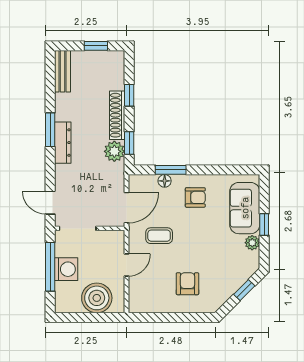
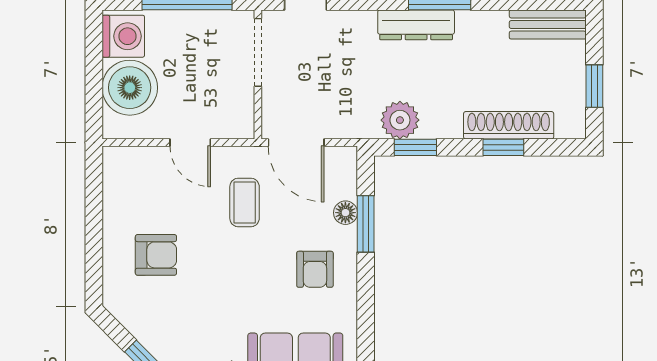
shoe rack: (117, 115) -> (509, 125), moved
washing machine: (66, 269) -> (123, 36), moved, turned -90

